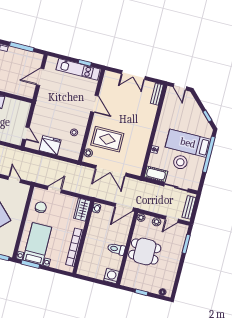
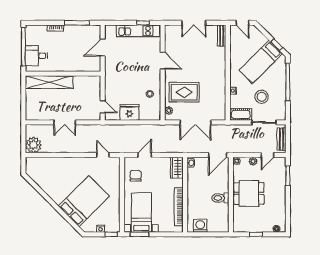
bed: (188, 143) -> (261, 62), moved, turned -45
washing machine: (111, 276) -> (200, 226), moved

